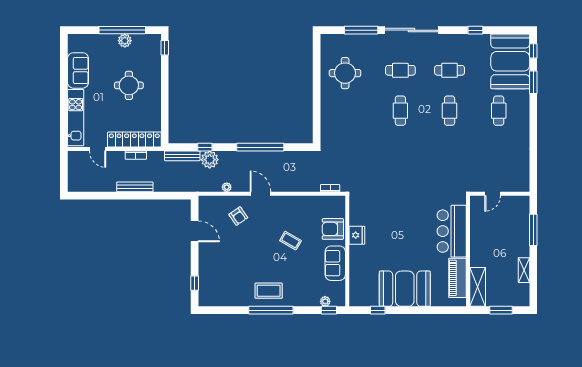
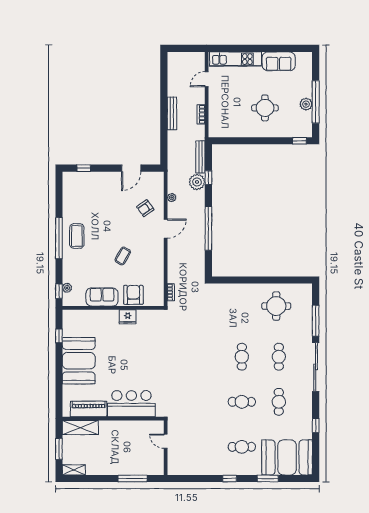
window: (533, 51) -> (230, 479), moved
cafe table: (400, 111) -> (242, 357), turned 90
locker: (134, 140) -> (215, 113), removed
shelving: (524, 270) -> (74, 470), moved

